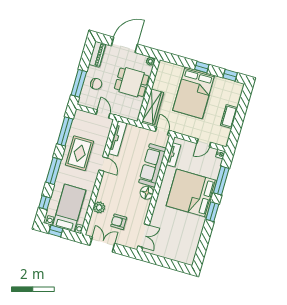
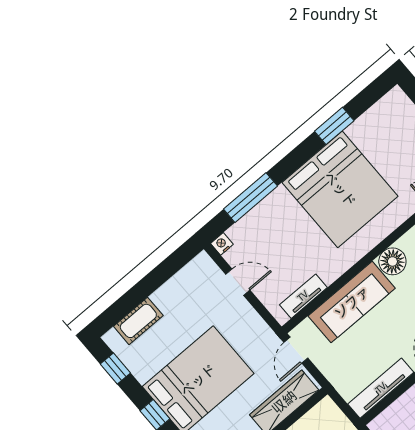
cot: (229, 116) -> (138, 321), moved
bed: (192, 193) -> (340, 189), moved
window: (212, 212) -> (334, 126), moved

